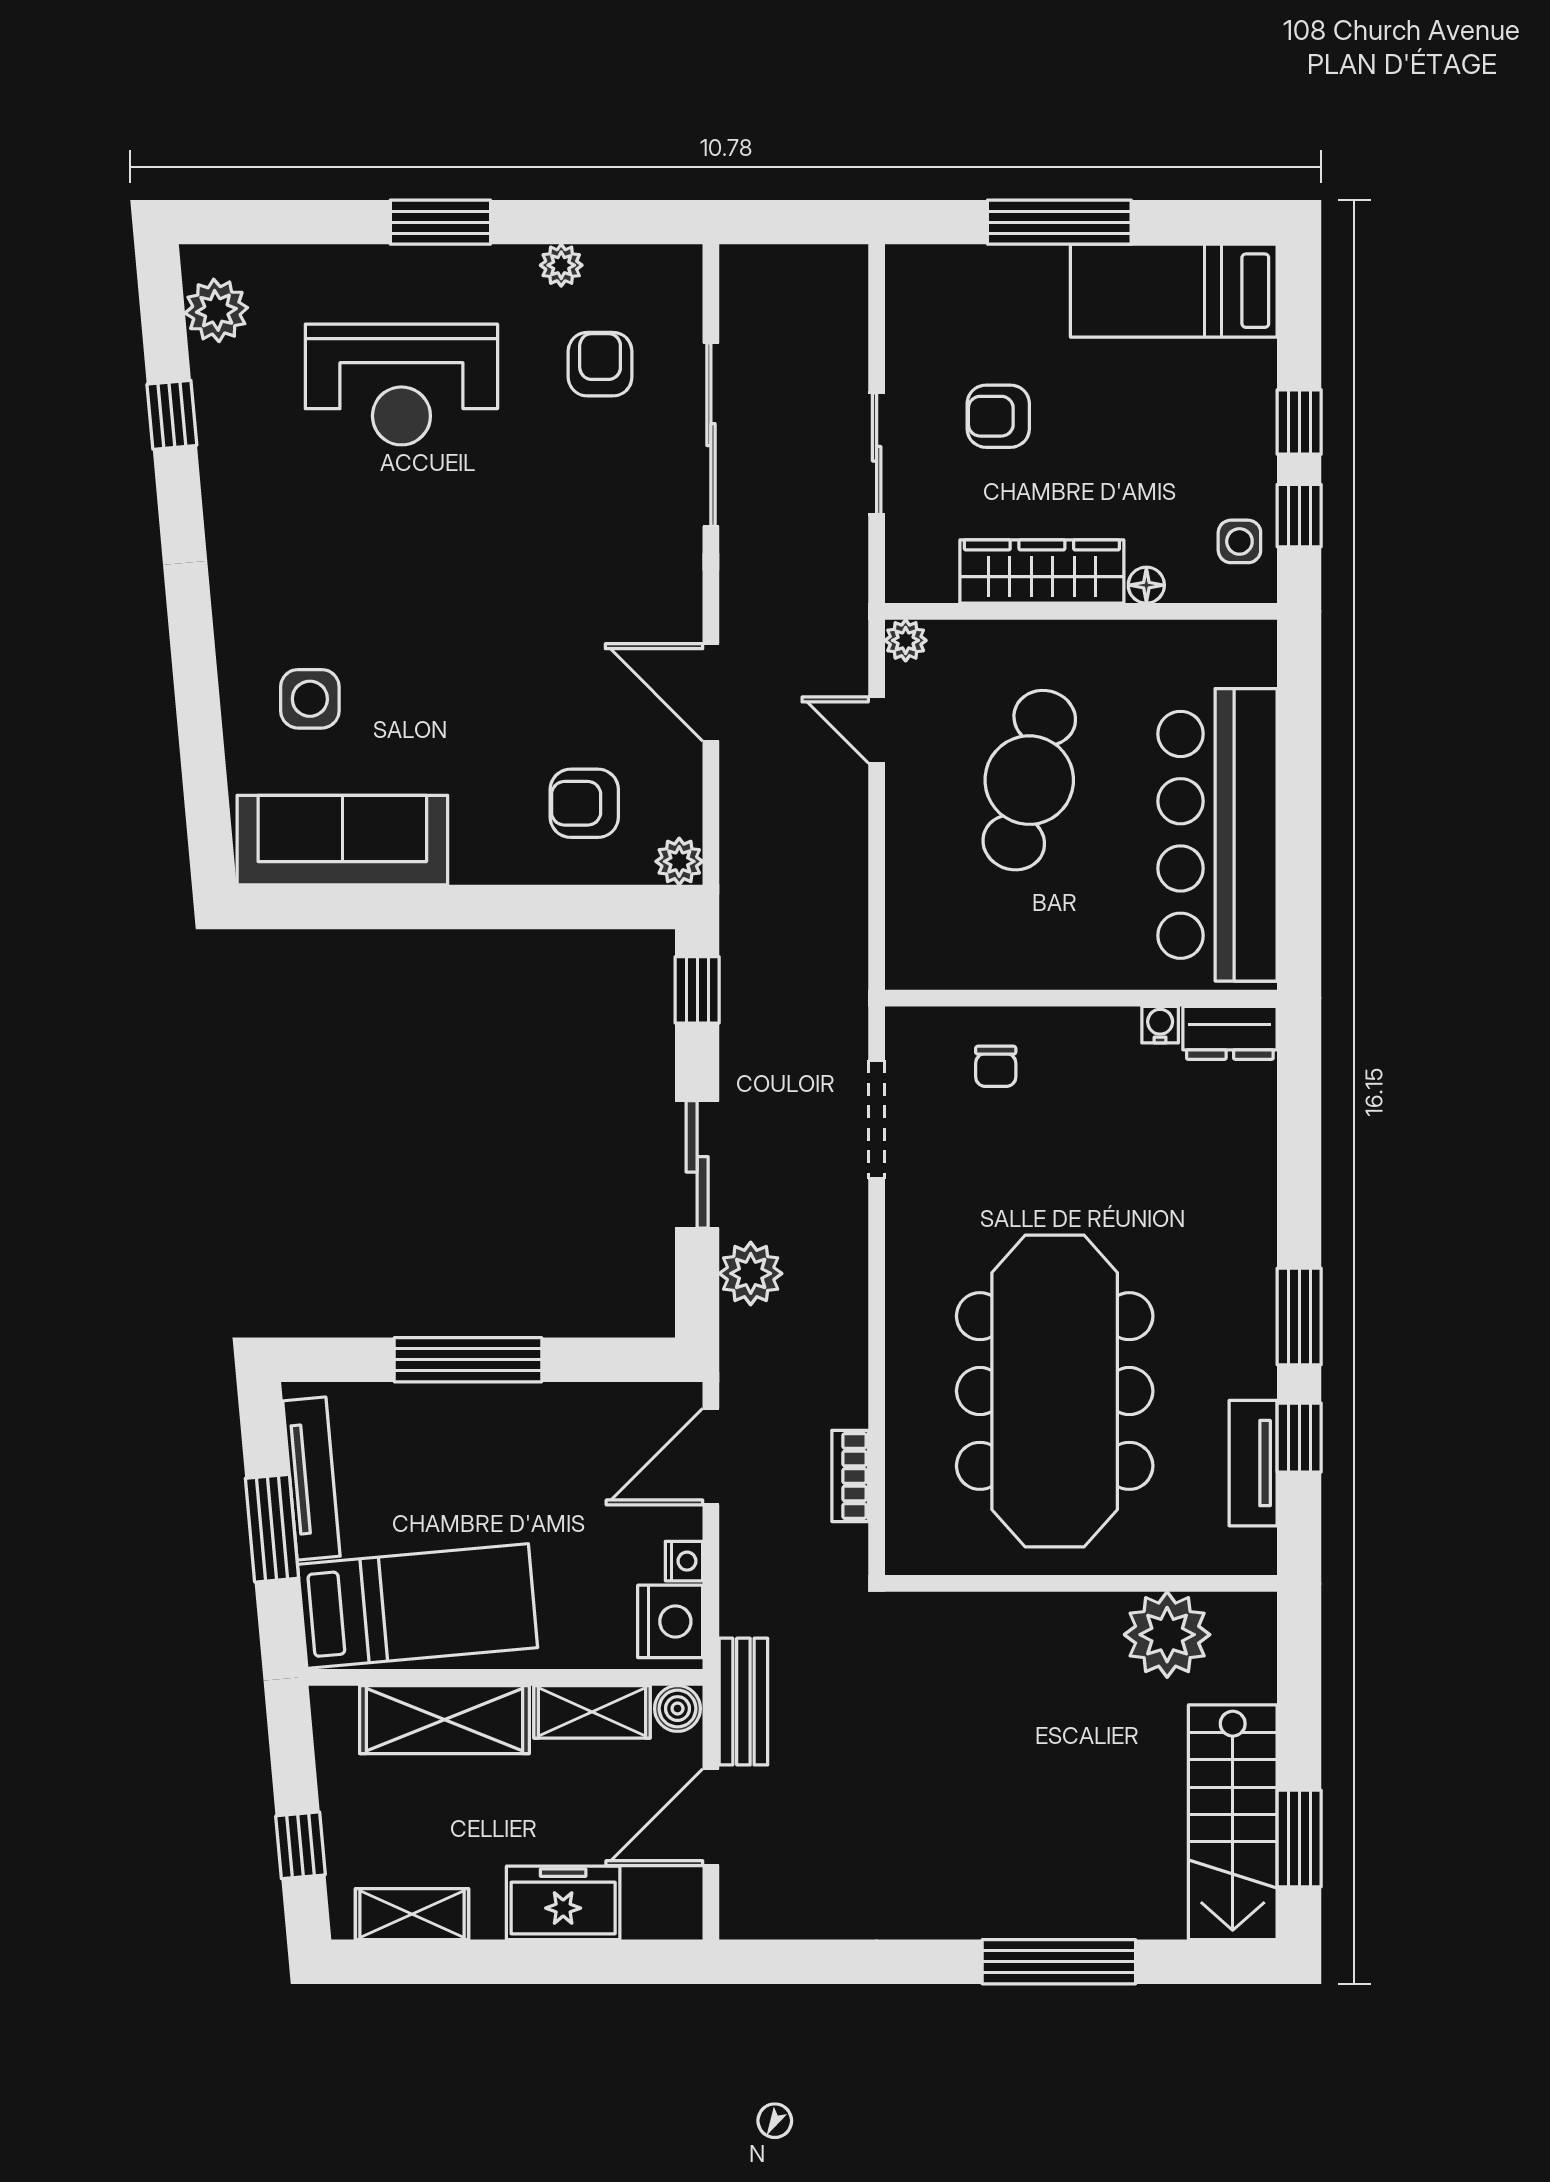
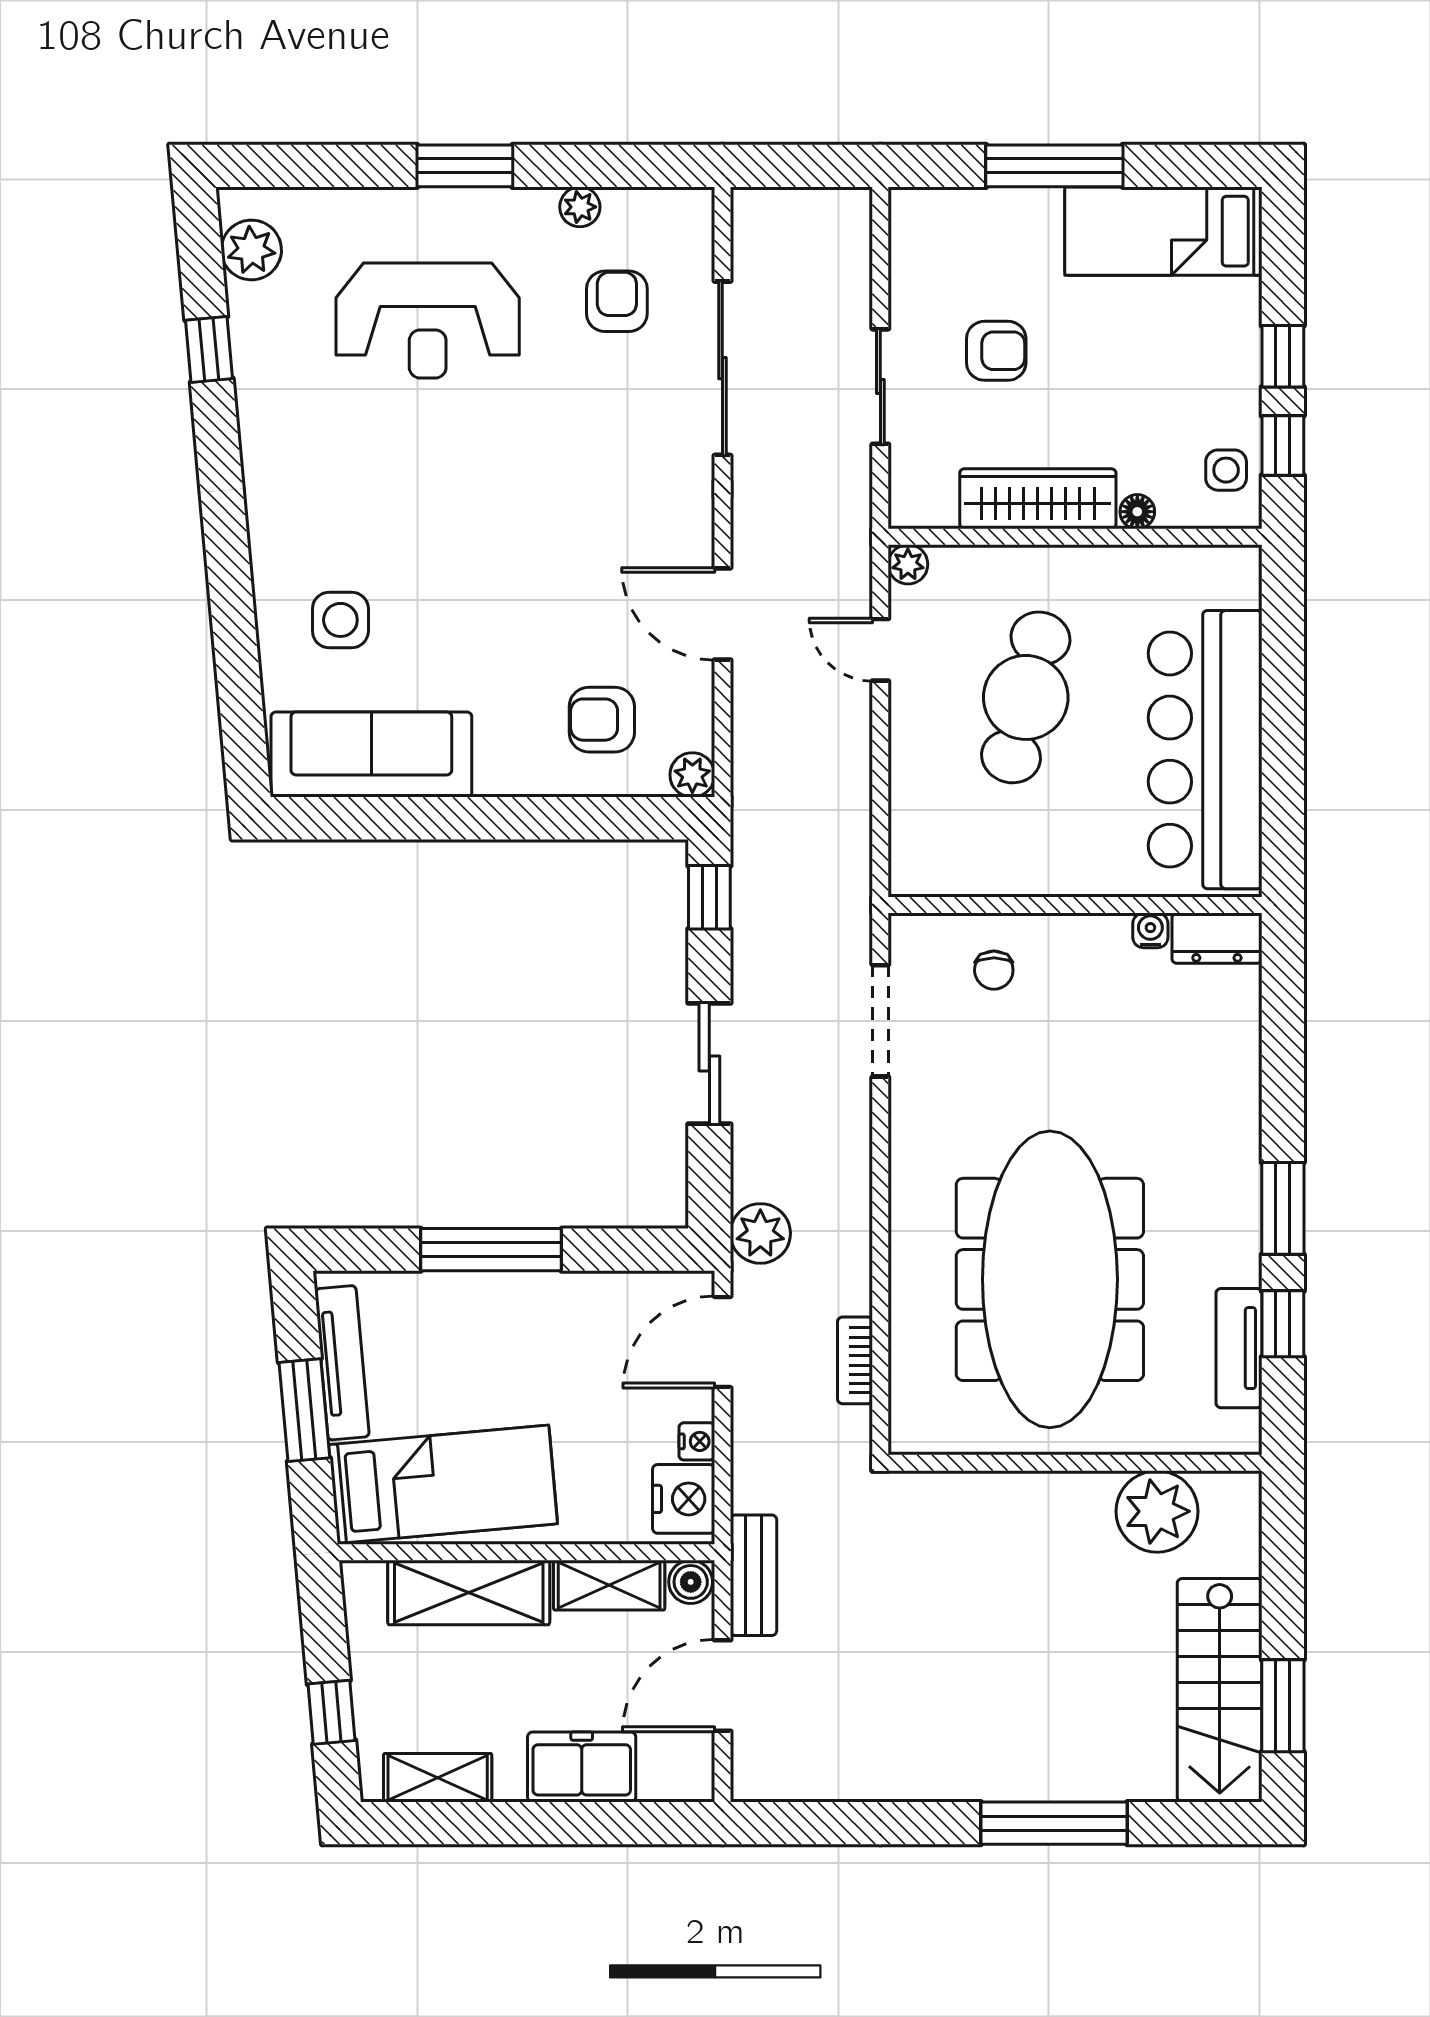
armchair: (998, 416) -> (996, 351), turned 180
plant: (751, 1273) -> (760, 1233), moved

